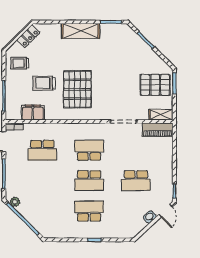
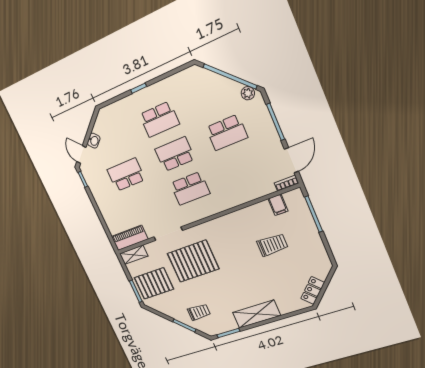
trolley: (20, 63) -> (199, 312), moved
pallet: (77, 89) -> (193, 261), moved, turned 90
filing cabinet: (33, 112) -> (278, 205), width x0.50
school desk: (42, 150) -> (227, 132), moved, turned 180

